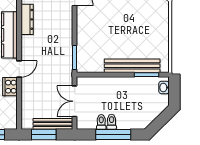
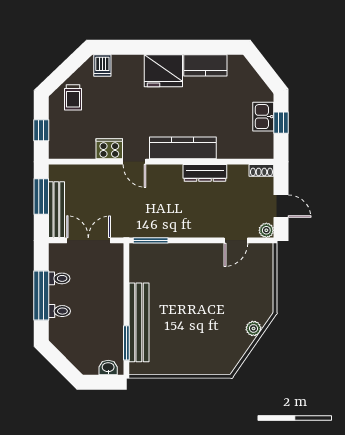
toilet: (112, 122) -> (59, 311), moved

